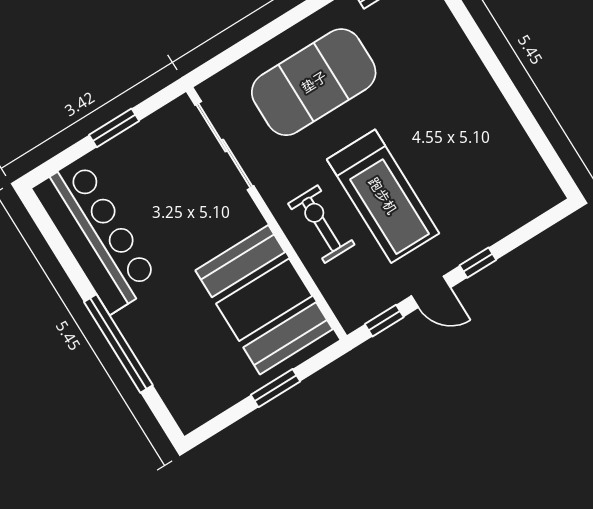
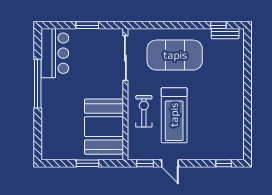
bar counter: (96, 236) -> (55, 53), width x0.73
window: (478, 263) -> (224, 163), moved
window: (118, 344) -> (38, 84), moved

